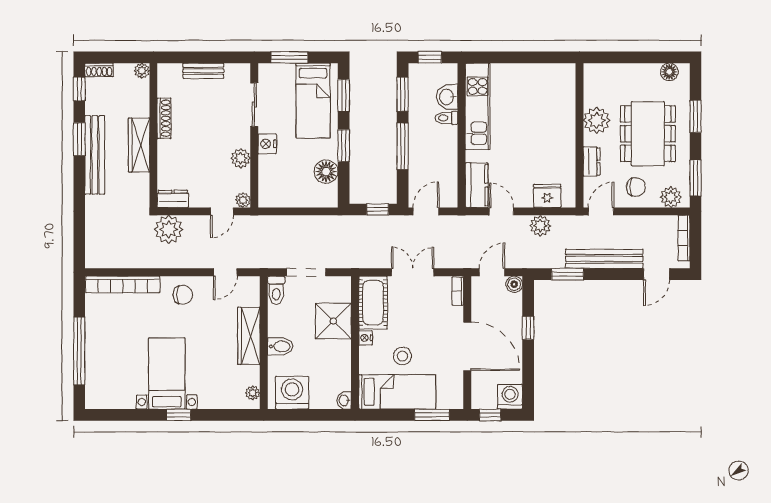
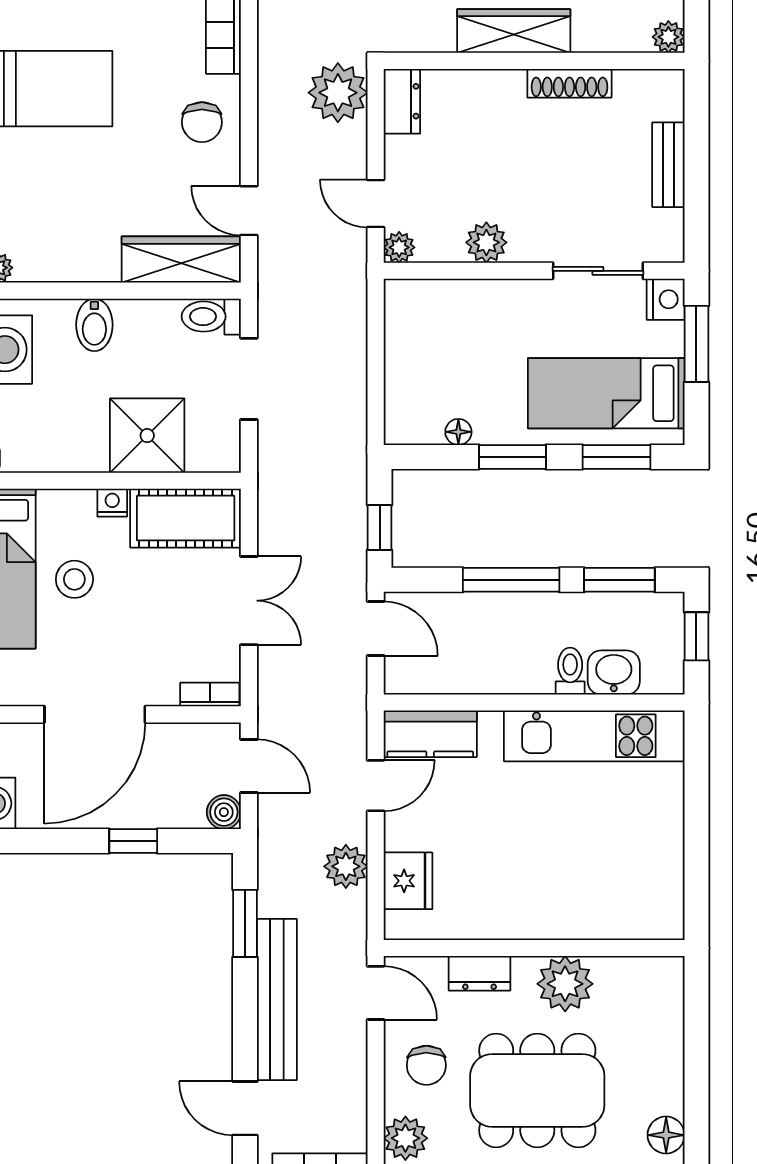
nightstand: (267, 144) -> (666, 299), moved, turned 90
floor lamp: (326, 172) -> (458, 432), width x0.53, depth x0.53
wardrobe: (249, 336) -> (181, 260), moved

